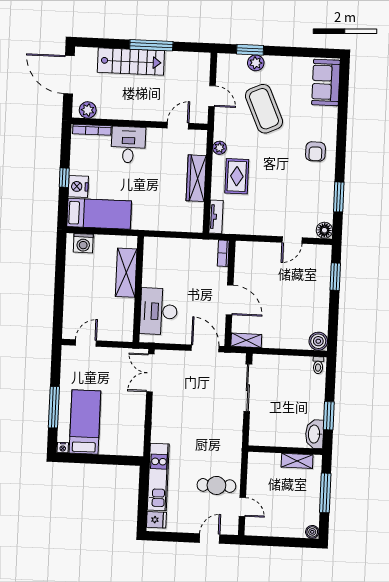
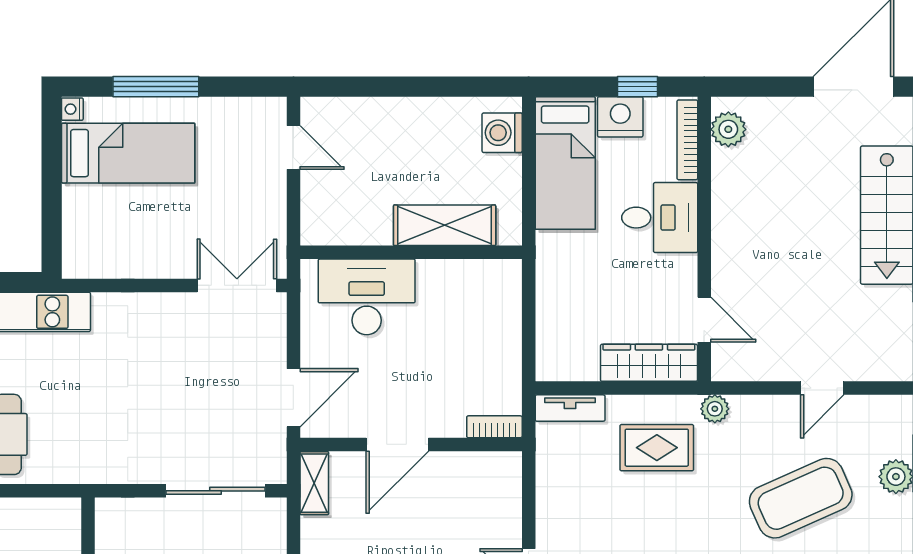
plant: (88, 110) -> (728, 129), moved
wall: (140, 124) -> (704, 239), moved
door: (178, 126) -> (704, 320), moved
bookcase: (92, 130) -> (687, 140), moved
desk: (128, 145) -> (660, 218), moved

